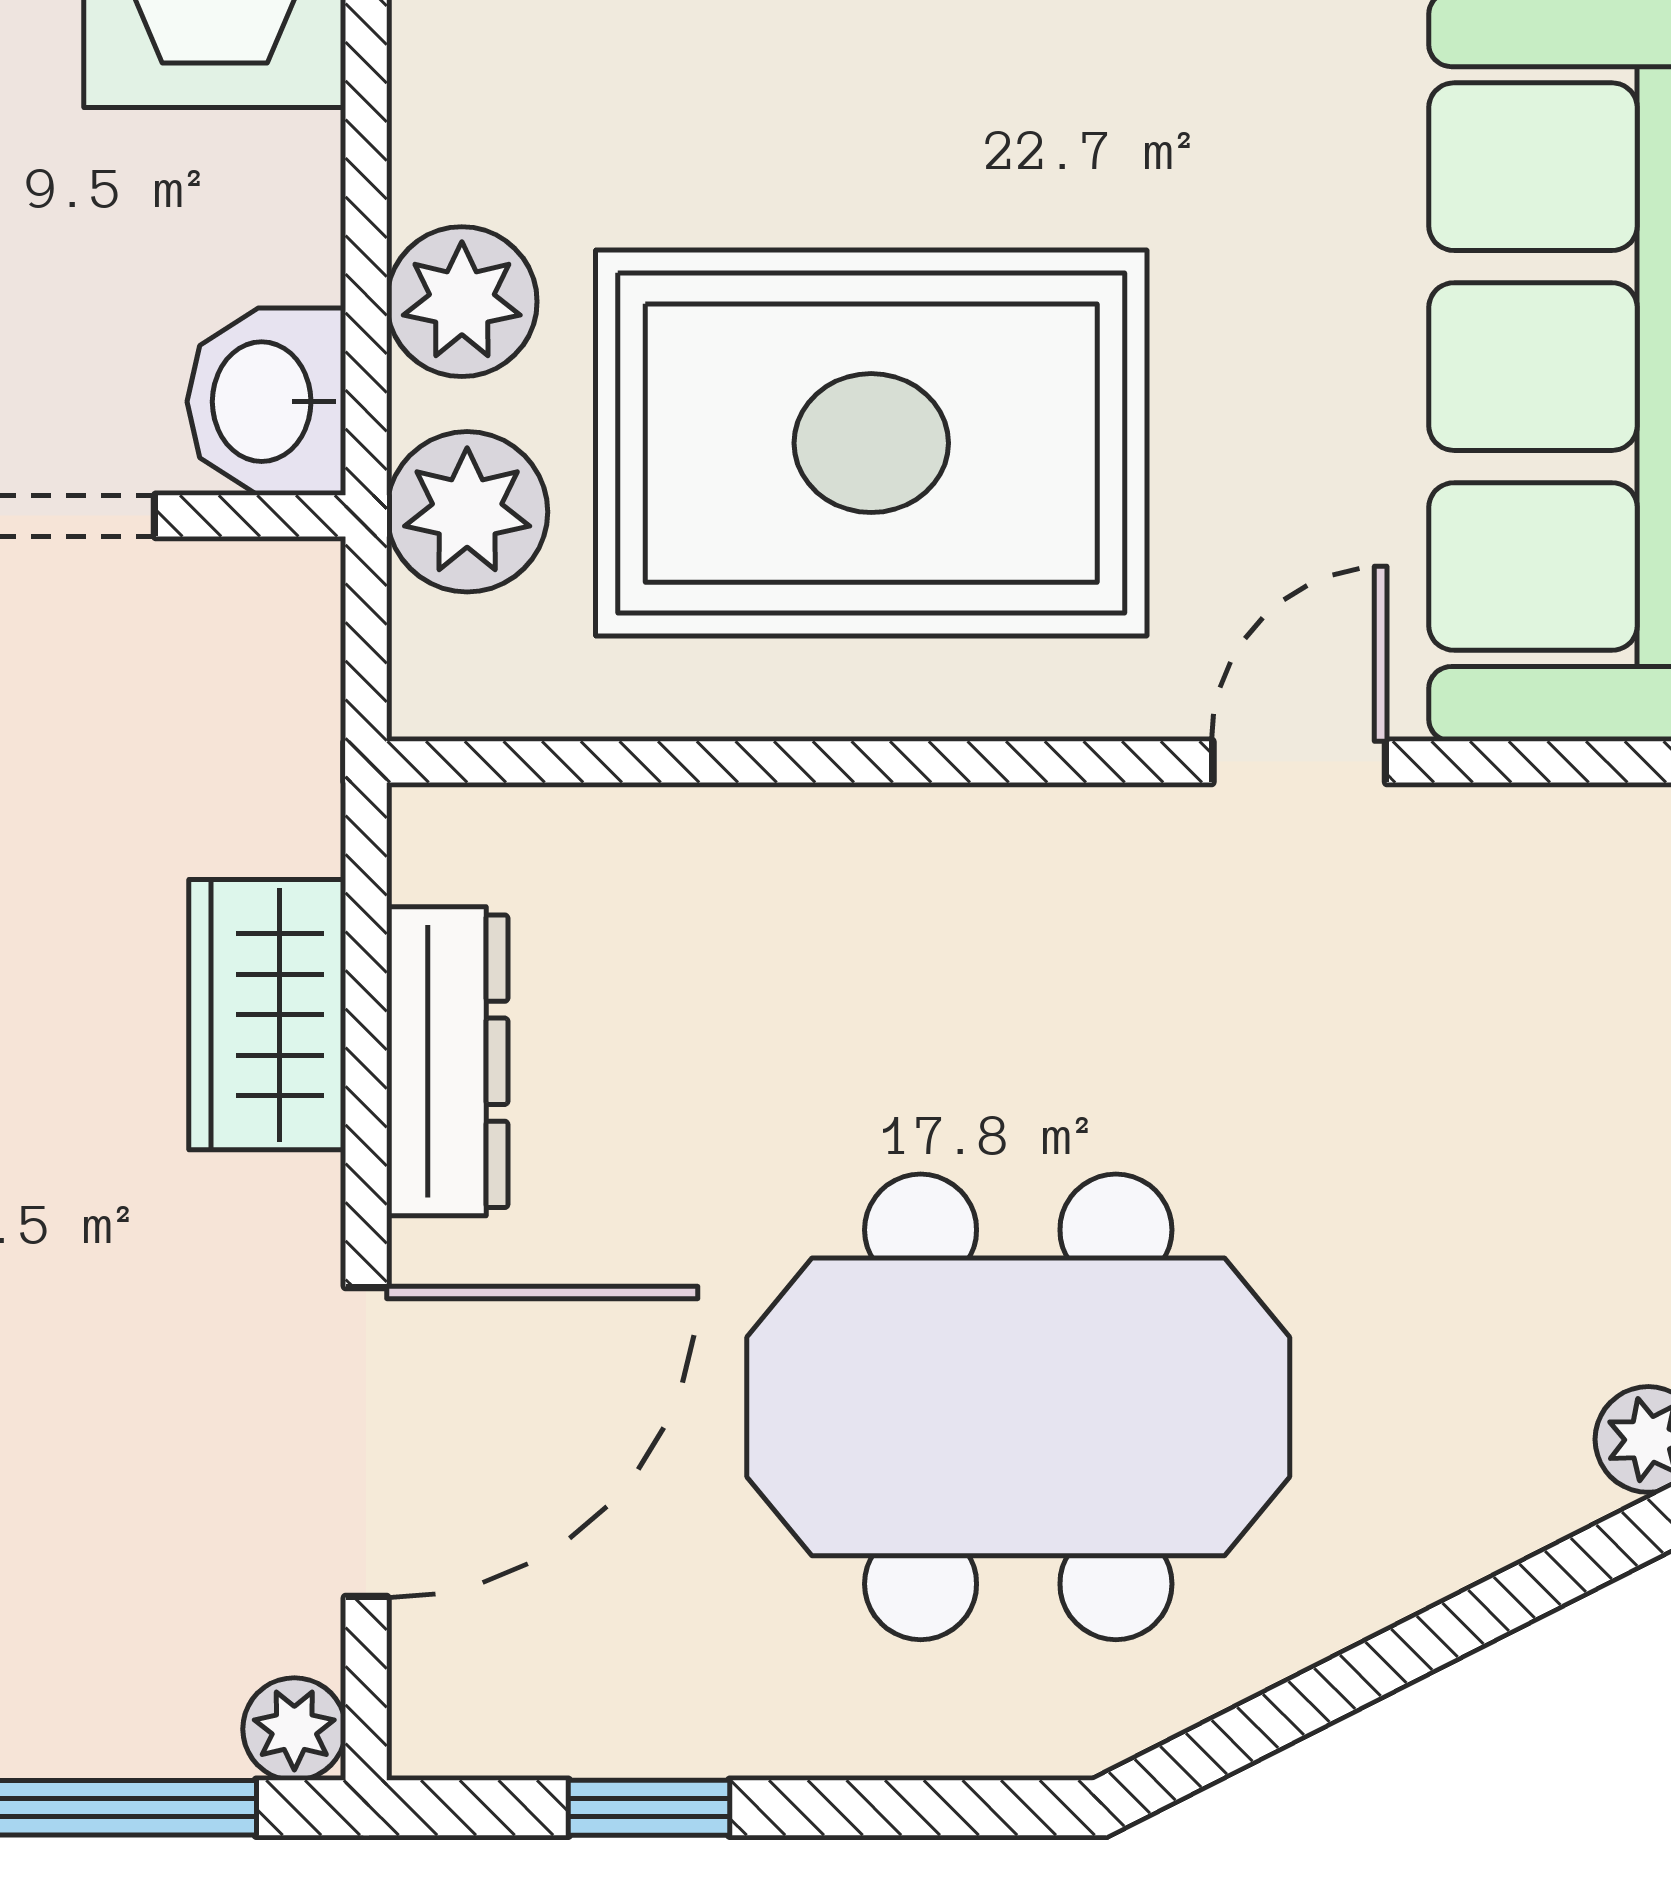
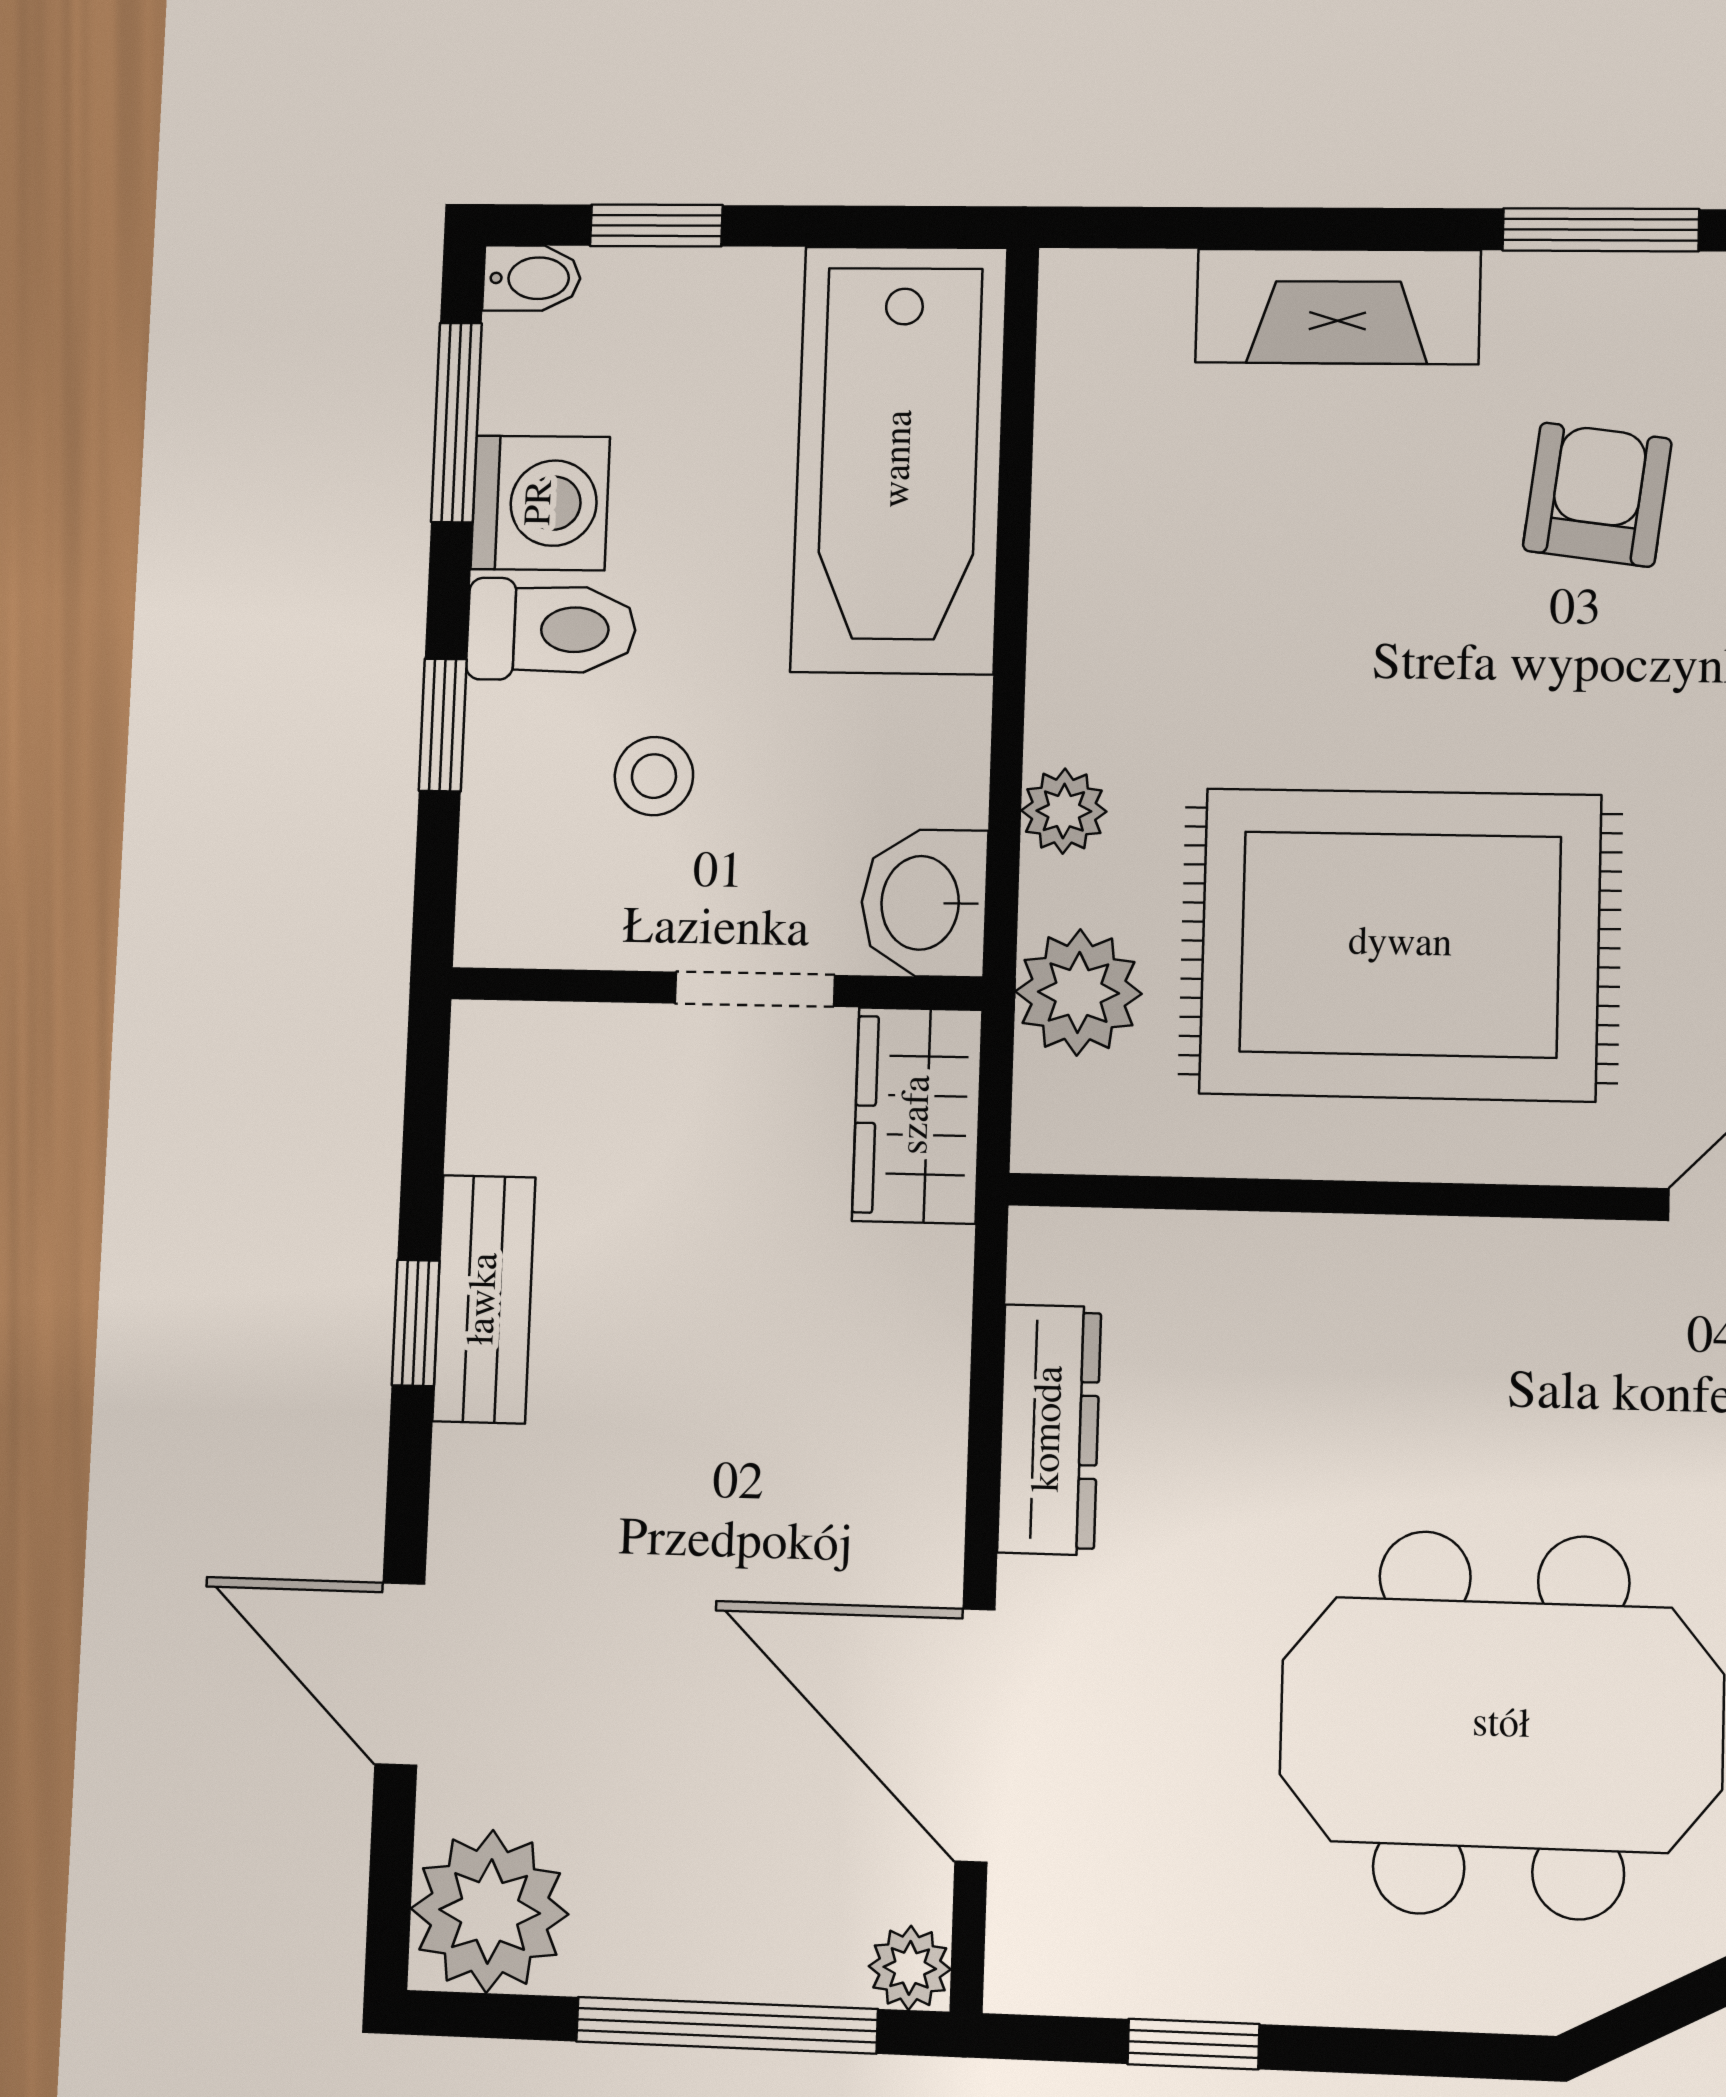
plant: (462, 302) -> (1064, 811), width x0.73, depth x0.73
wardrobe: (267, 1015) -> (917, 1115), moved
door: (366, 1442) -> (975, 1735), swing flipped

